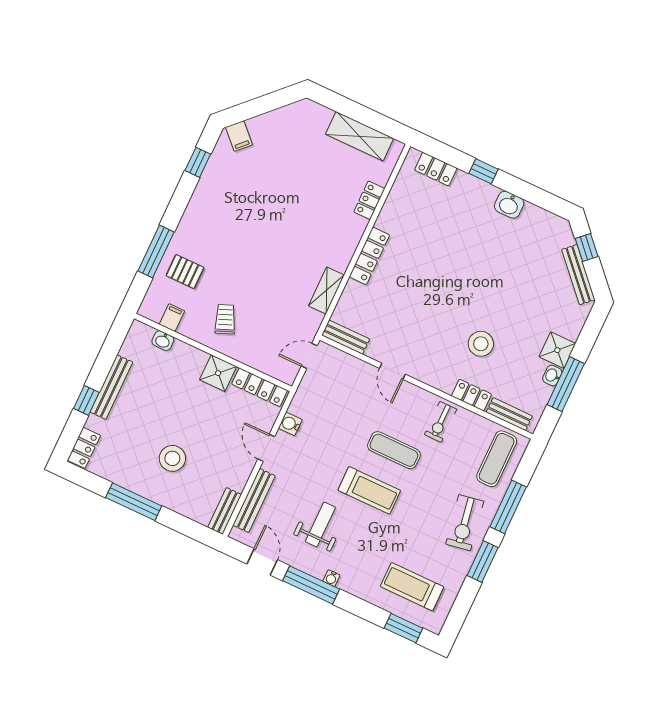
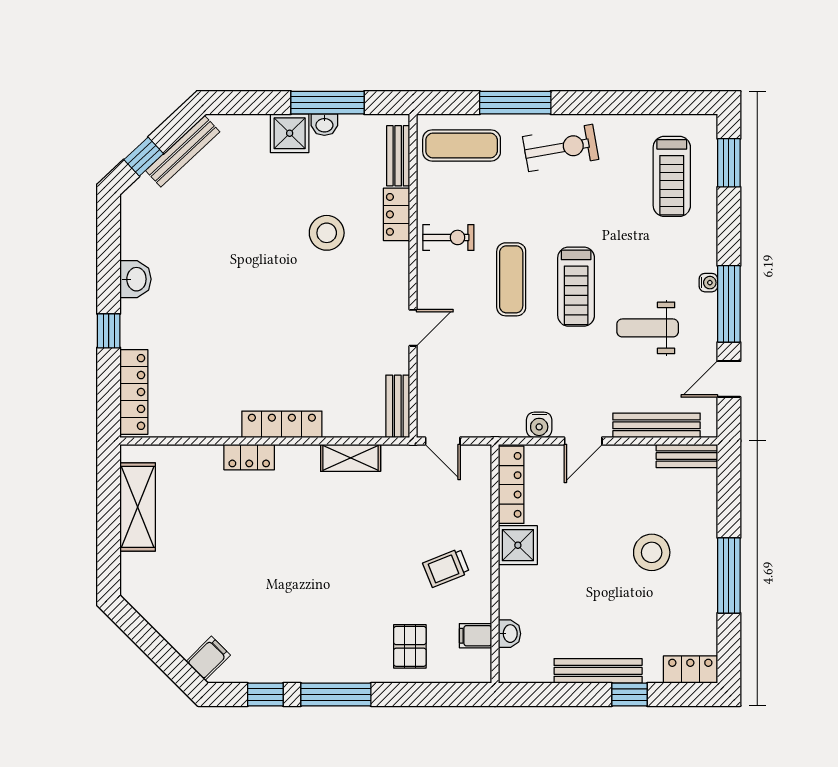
locker: (436, 169) -> (134, 392), width x1.53
locker: (369, 200) -> (249, 457), moved
window: (156, 252) -> (336, 695), moved
treadmill: (369, 490) -> (576, 287), turned 180
window: (483, 561) -> (599, 103), removed

